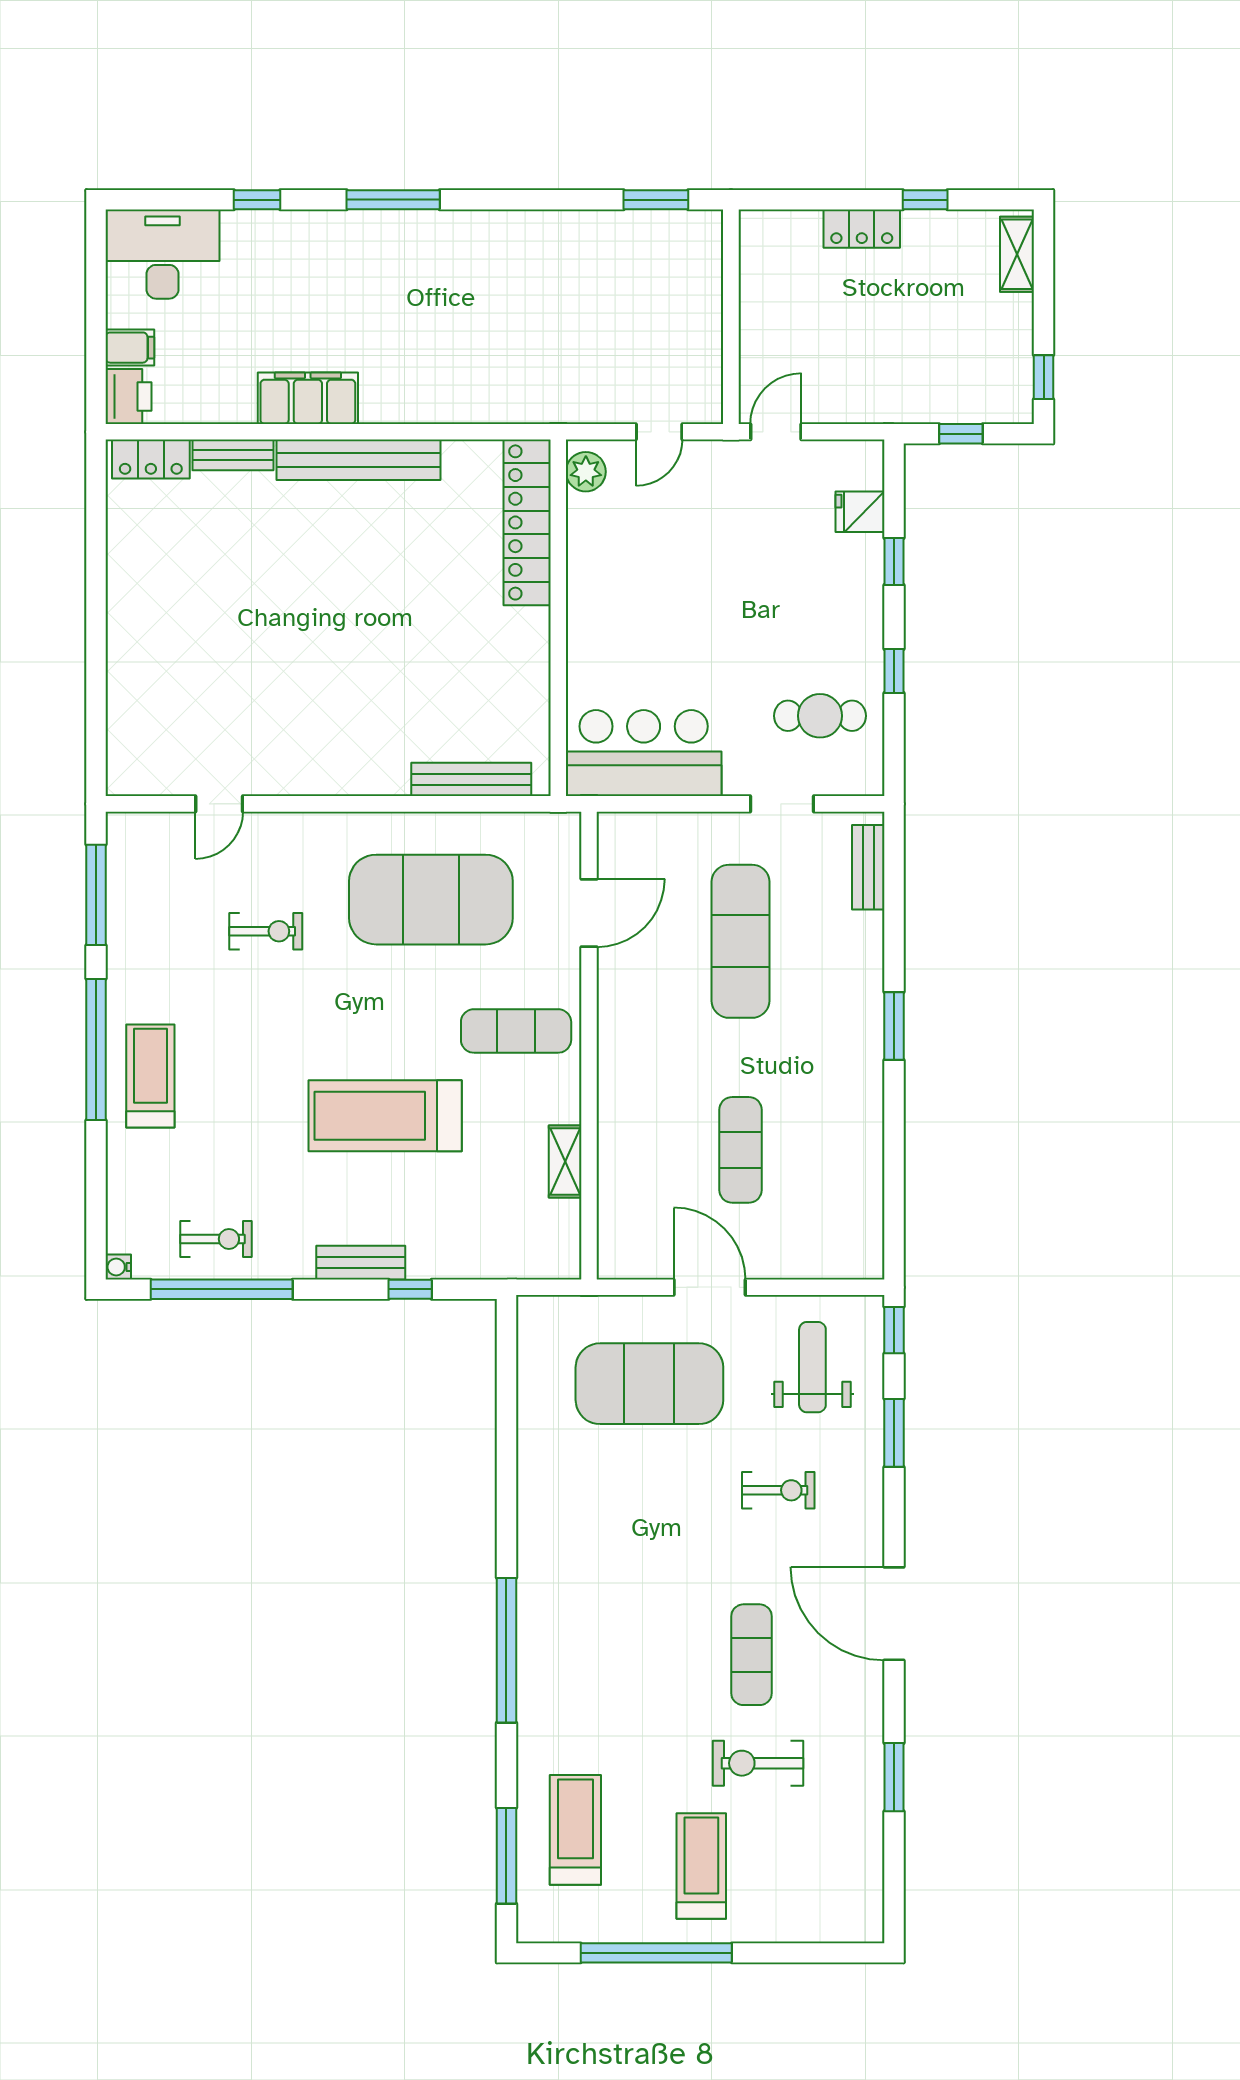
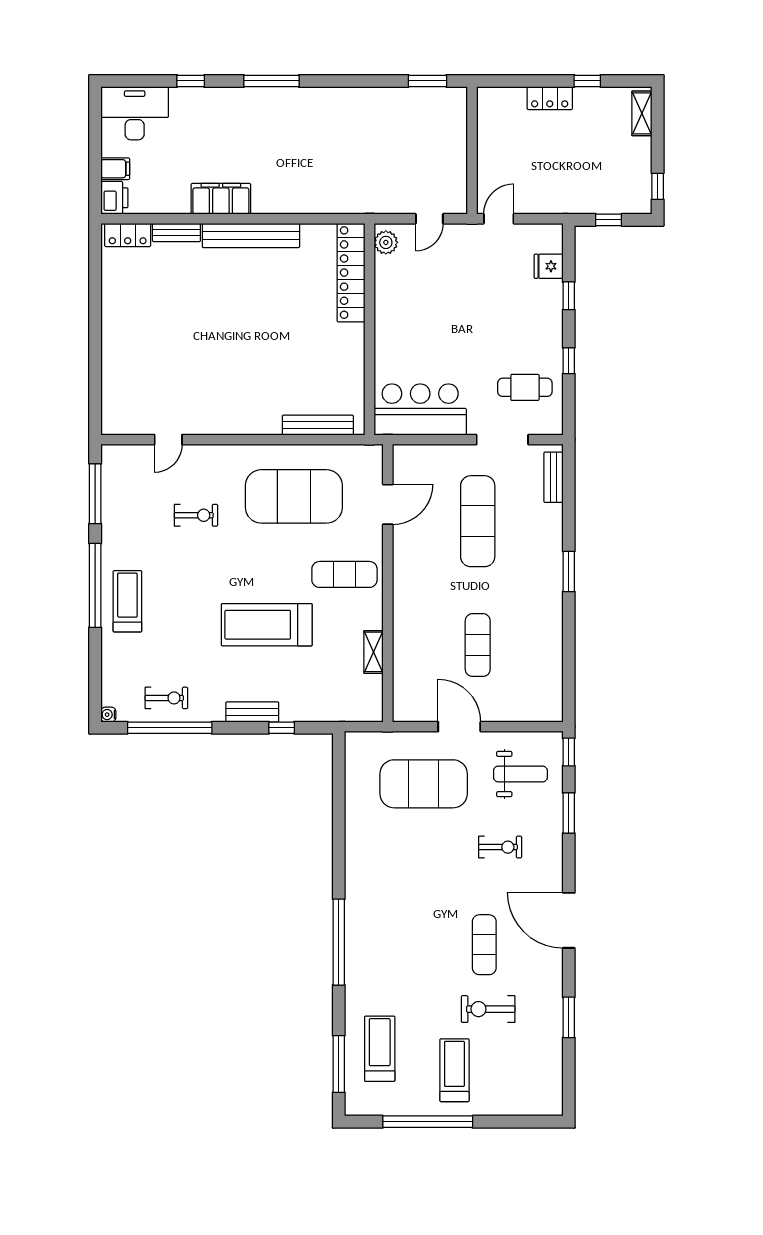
doorway: (782, 804) -> (502, 440), width x1.38
weight bench: (812, 1367) -> (520, 774), turned 90

